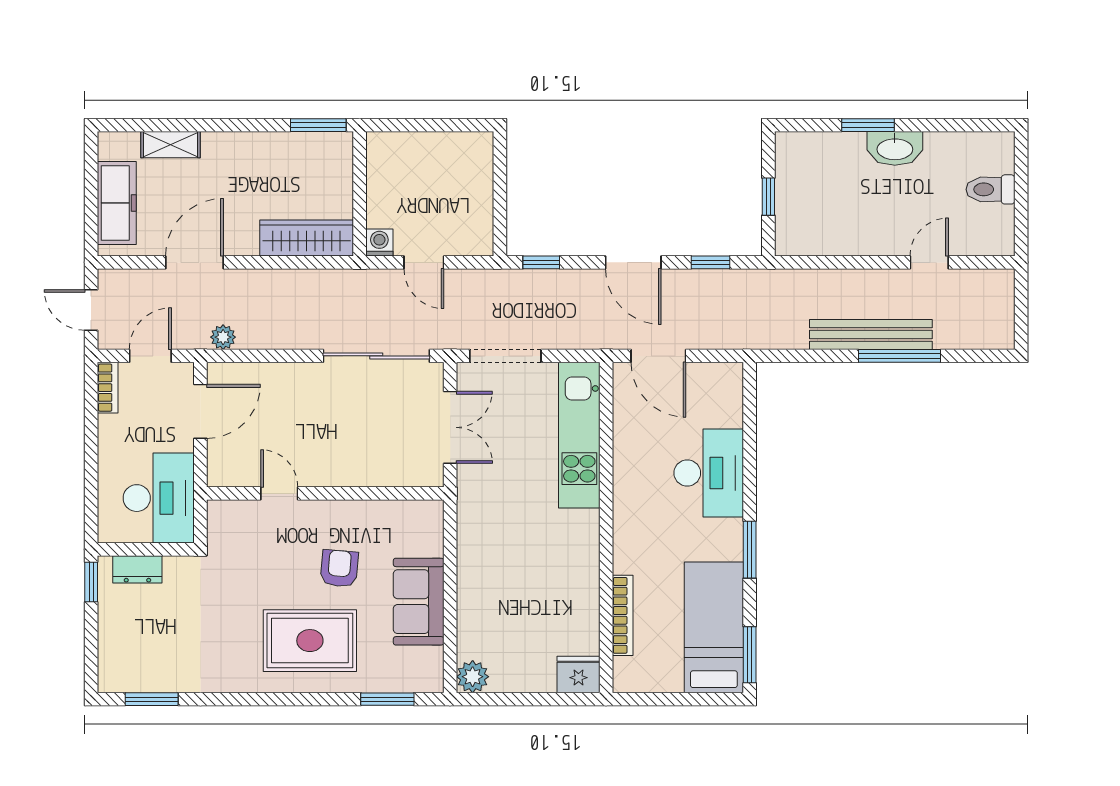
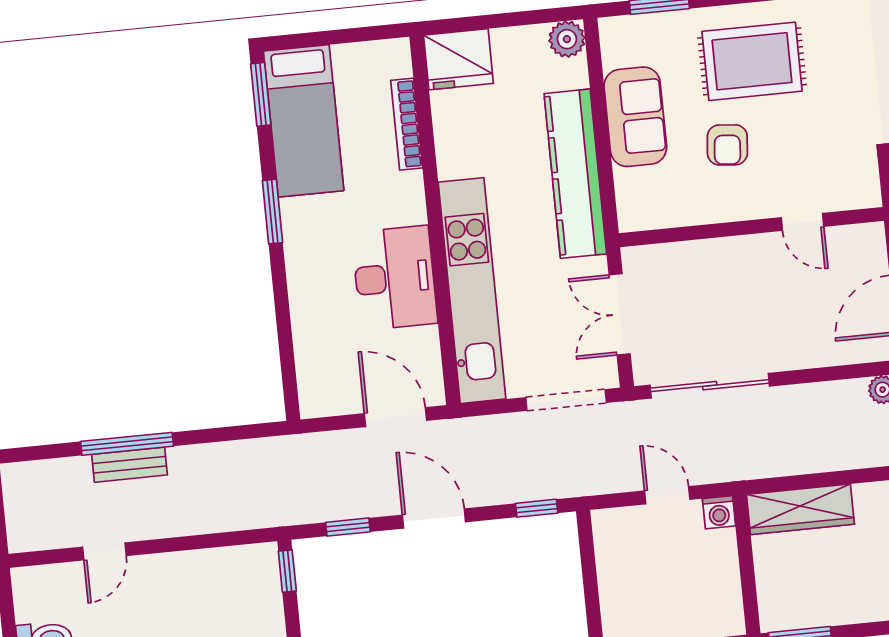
window: (768, 197) -> (287, 571), moved
bench: (871, 334) -> (129, 465), width x0.54, depth x0.82
kitchen unit: (579, 435) -> (472, 291), width x1.36
desk: (709, 473) -> (395, 278), moved, turned 180
kitchen counter: (477, 556) -> (575, 174), added
fridge: (579, 675) -> (458, 59), width x1.36, depth x1.34

